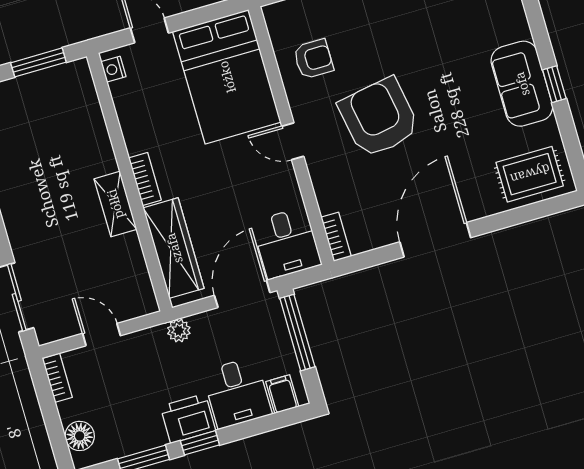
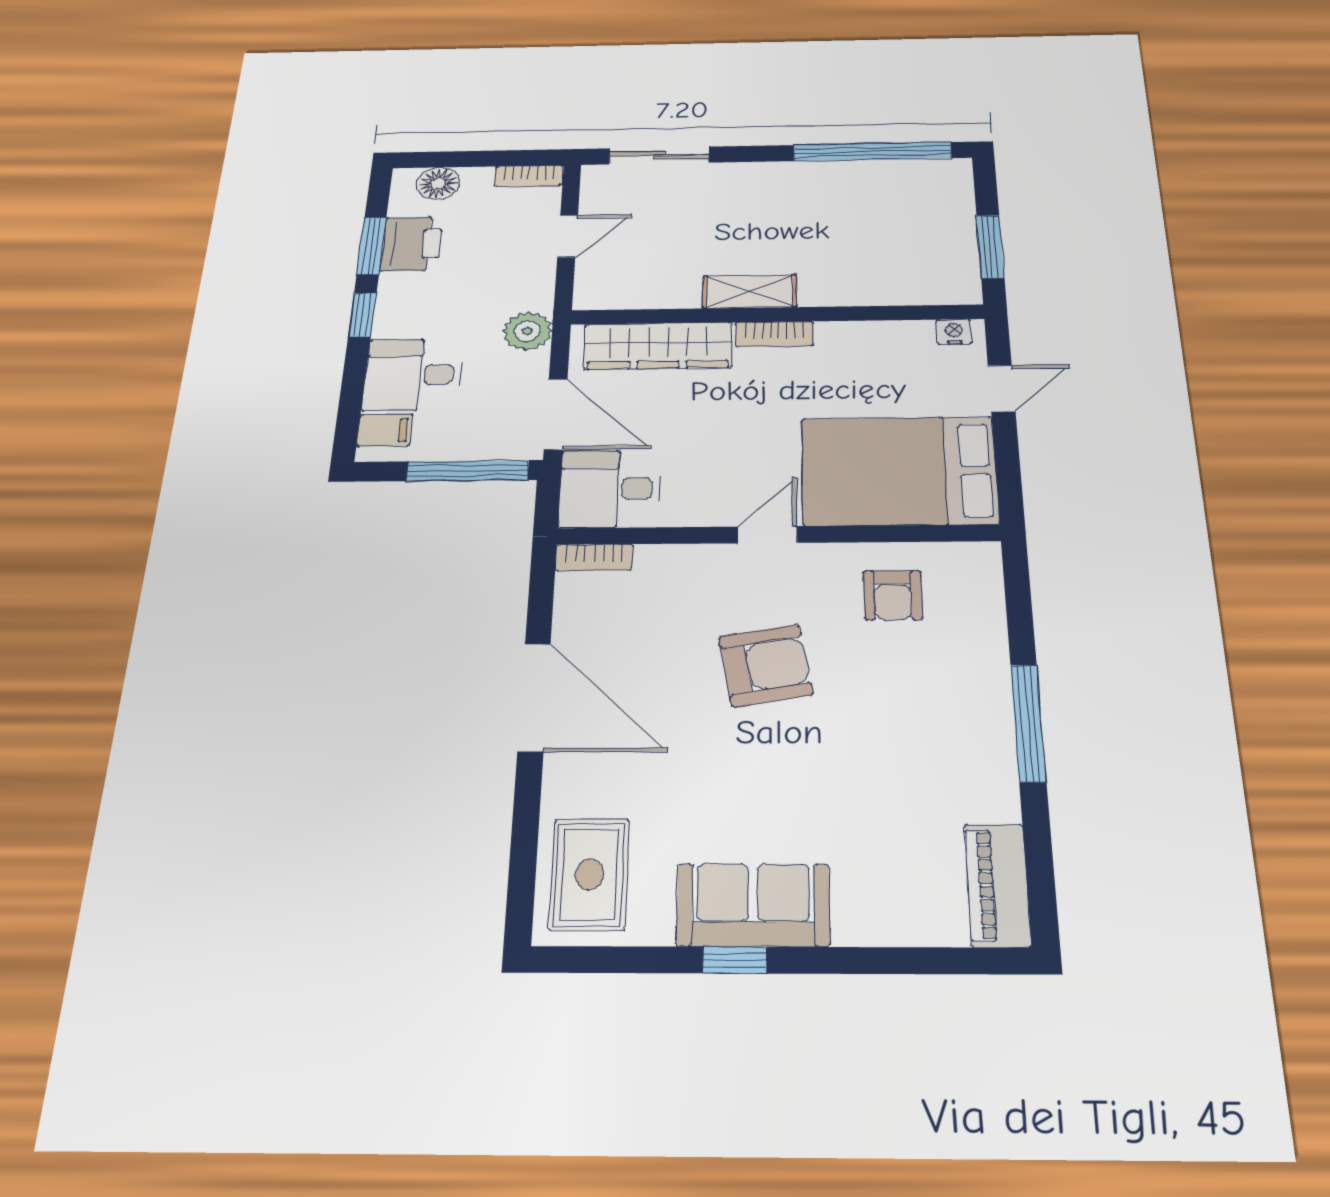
armchair: (379, 118) -> (766, 665), width x0.73, depth x0.73
plant: (179, 331) -> (527, 331), width x1.38, depth x1.38
printer: (188, 418) -> (412, 244), moved

